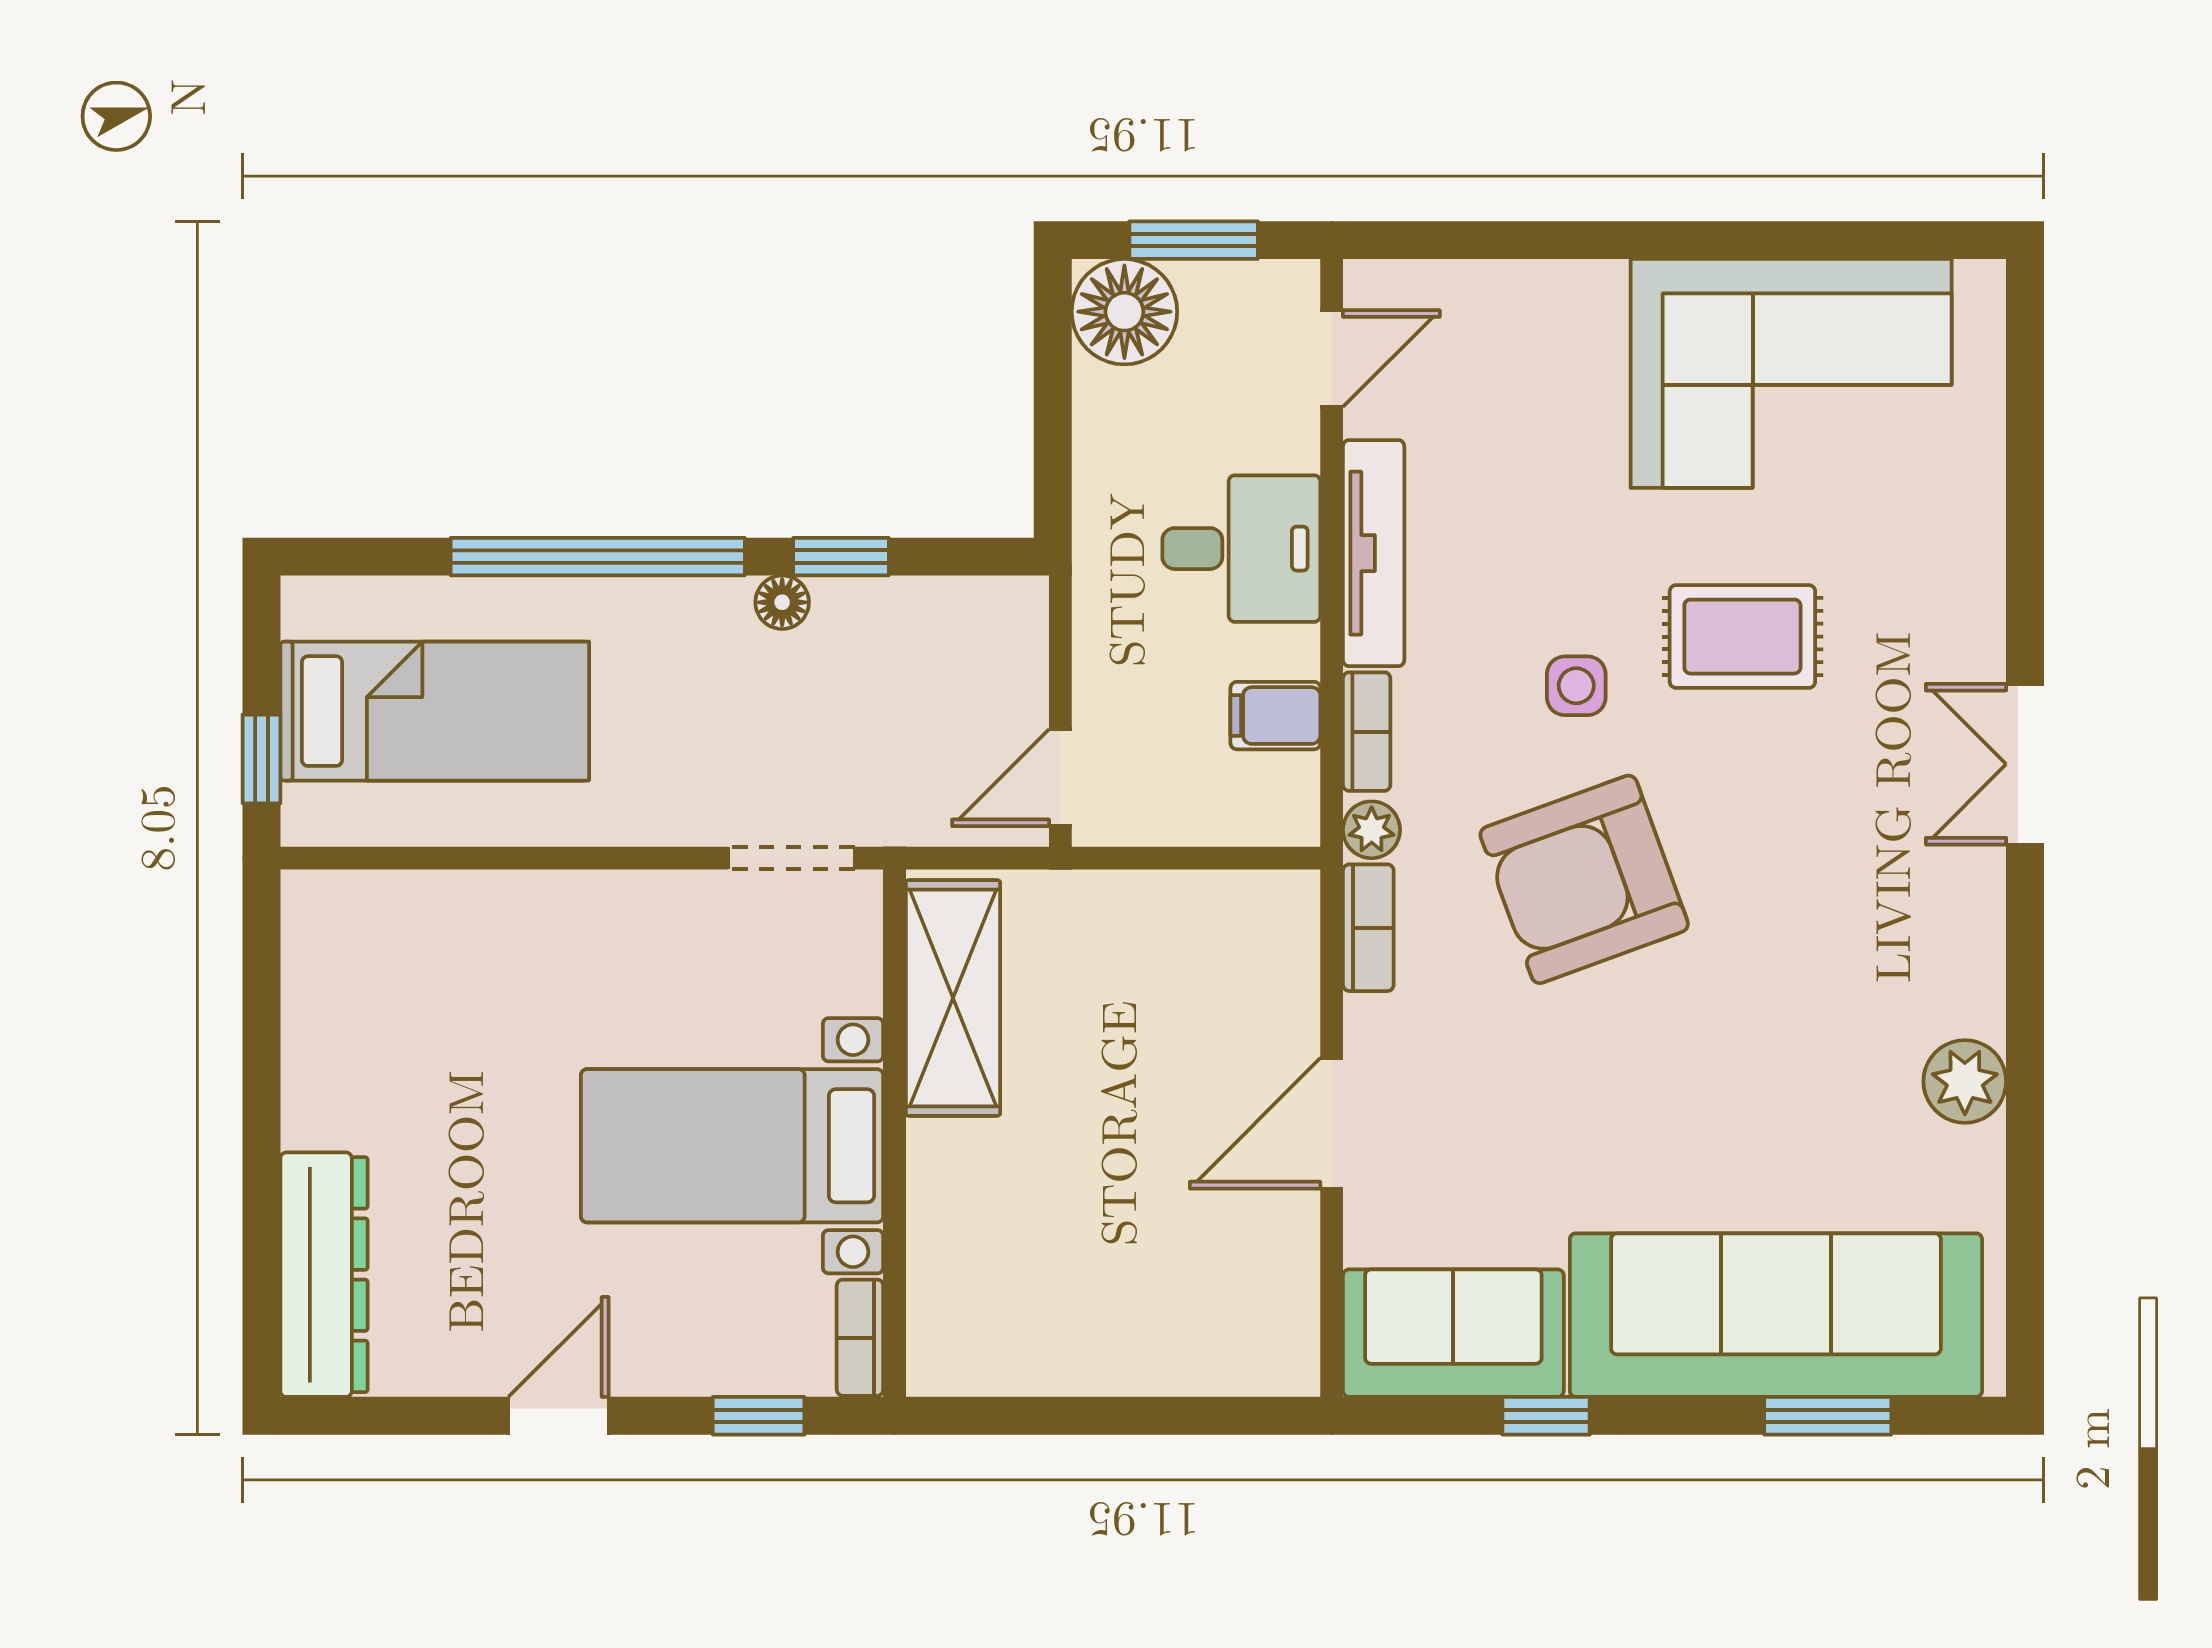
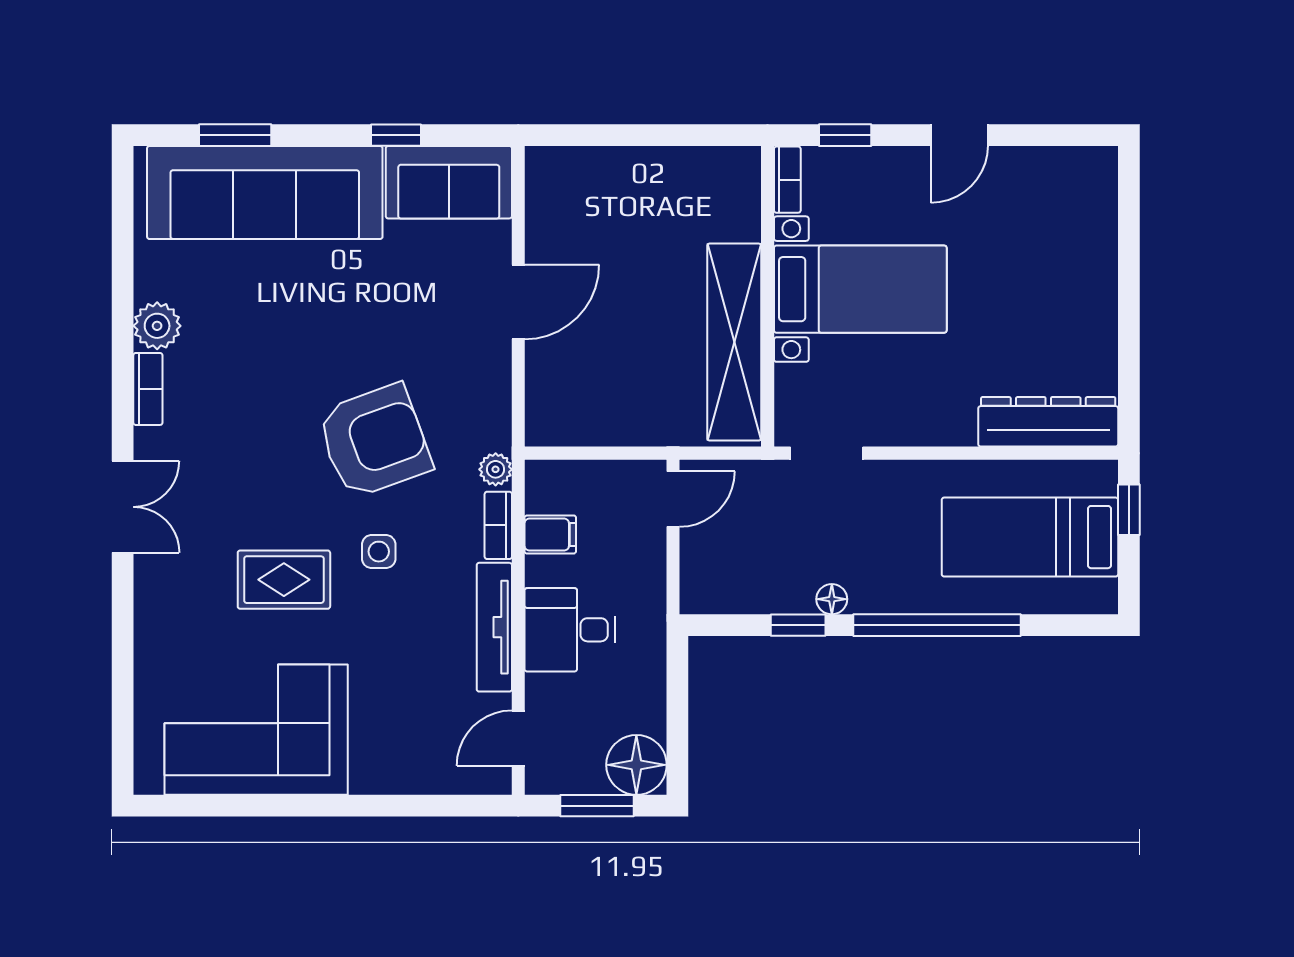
bookcase: (1368, 928) -> (148, 389), moved, turned 180
shelving: (953, 998) -> (734, 342), width x1.47
dresser: (324, 1275) -> (1048, 422), moved, turned 90

